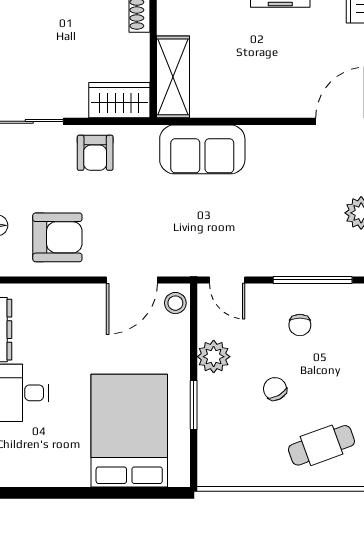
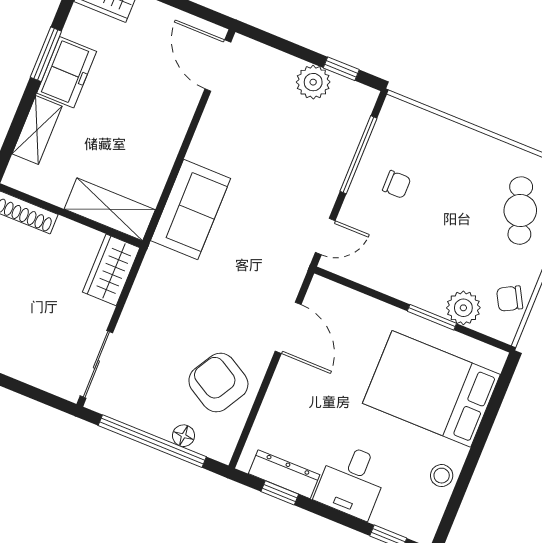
armchair: (95, 153) -> (152, 313), removed
armchair: (57, 237) -> (218, 382), turned -60
stool: (175, 303) -> (442, 476), moved
plant: (214, 357) -> (463, 308), moved
chair: (275, 389) -> (510, 299), moved

